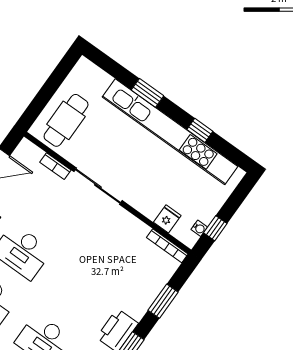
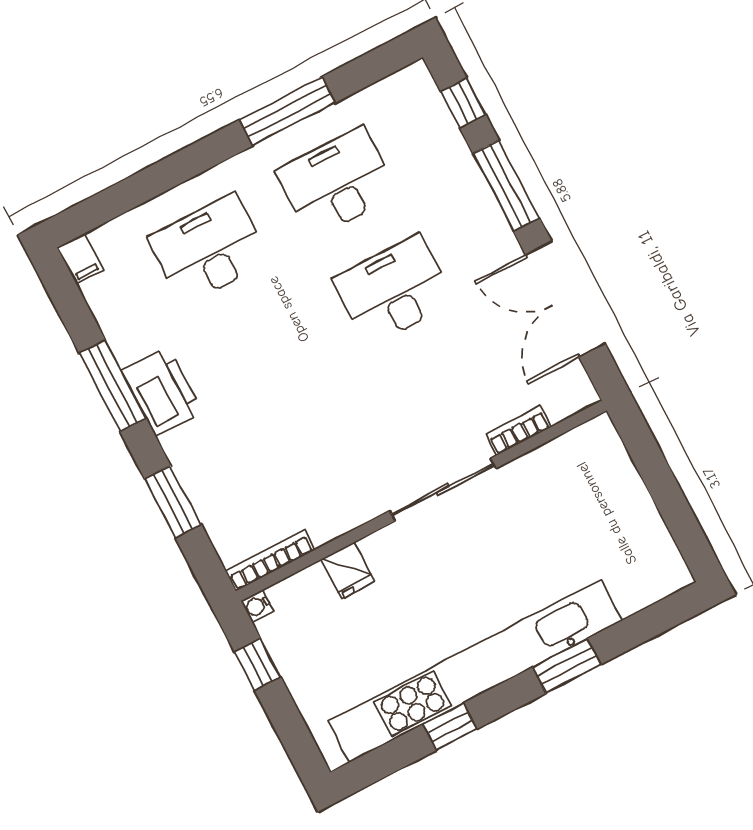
cafe table: (66, 120) -> (592, 492), removed
fridge: (167, 219) -> (348, 570), moved
water cooler: (199, 228) -> (257, 606), moved

